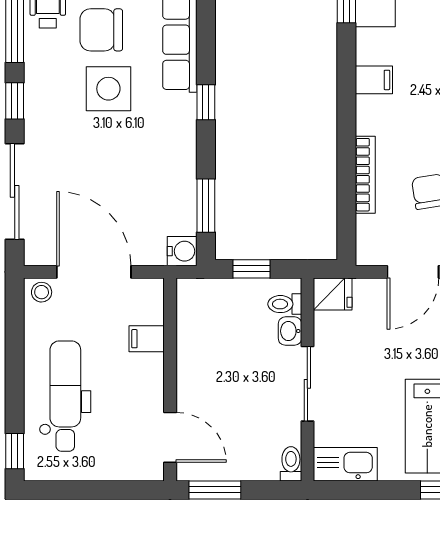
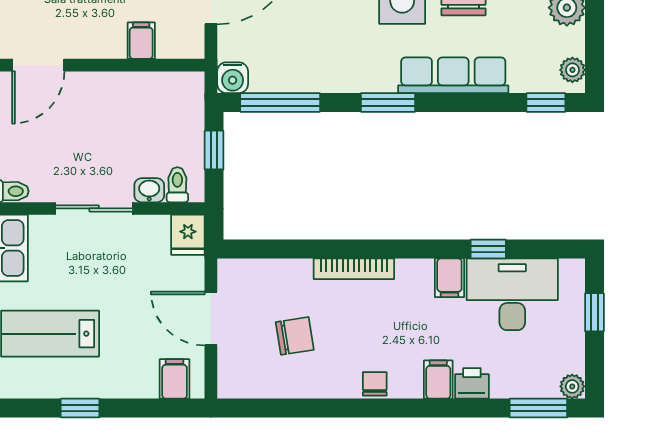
filing cabinet: (374, 80) -> (449, 278), moved
window: (206, 102) -> (388, 102), width x1.50
bookcase: (365, 175) -> (354, 269), moved
window: (206, 206) -> (280, 102), width x1.44

